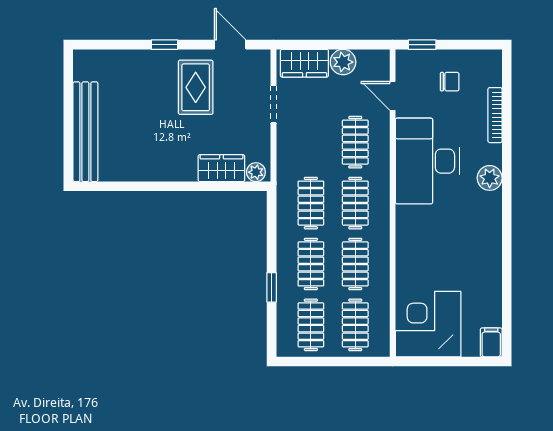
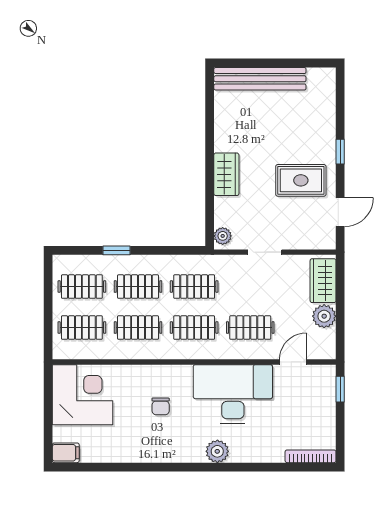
chair: (450, 82) -> (161, 406), moved
doorway: (273, 104) -> (265, 252), moved
bookcase: (495, 115) -> (311, 456), moved
wardrobe: (221, 168) -> (226, 174), moved

